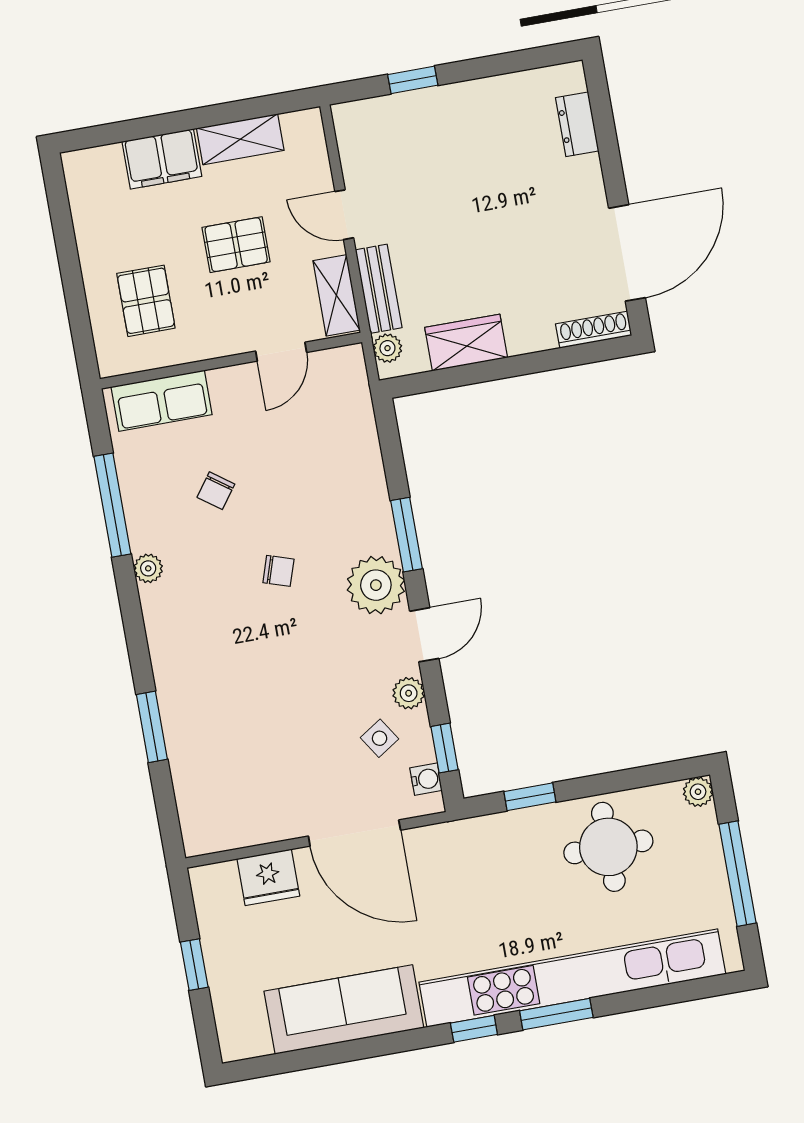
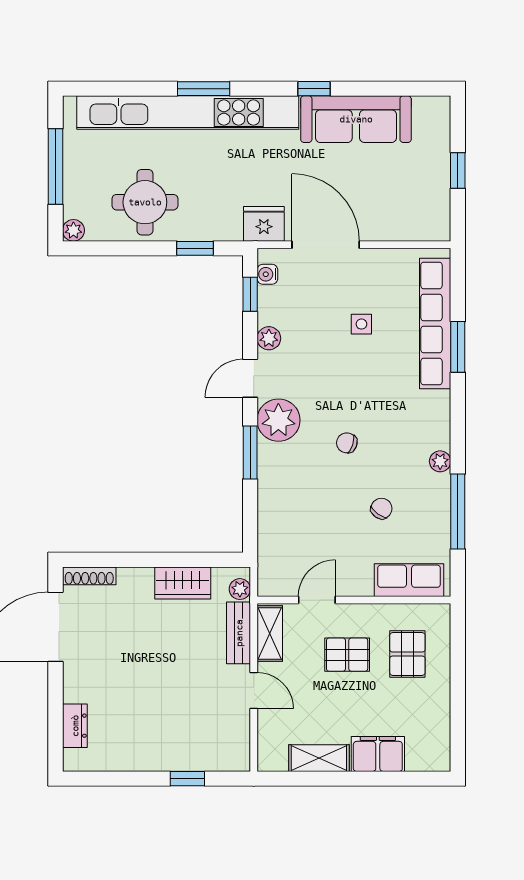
pallet: (236, 245) -> (347, 655), moved
side table: (380, 738) -> (361, 324), moved, turned 33
row of seats: (188, 753) -> (435, 323), added
fridge: (268, 877) -> (264, 224), moved
window: (474, 1029) -> (314, 89), moved

